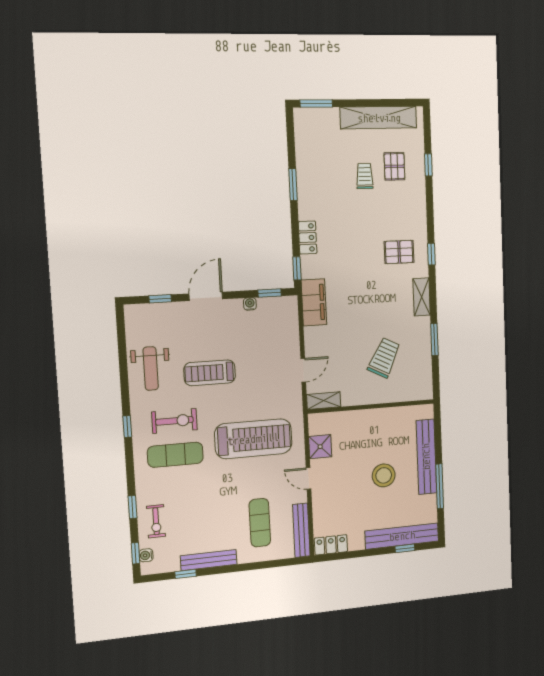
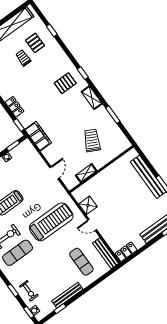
shelving: (324, 401) -> (86, 173), moved
stool: (384, 475) -> (131, 200), removed

